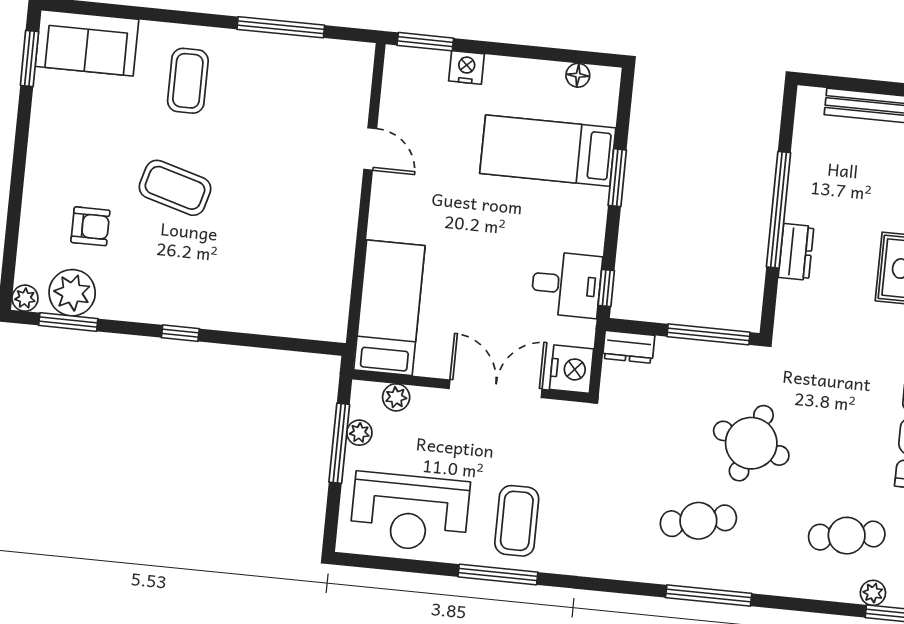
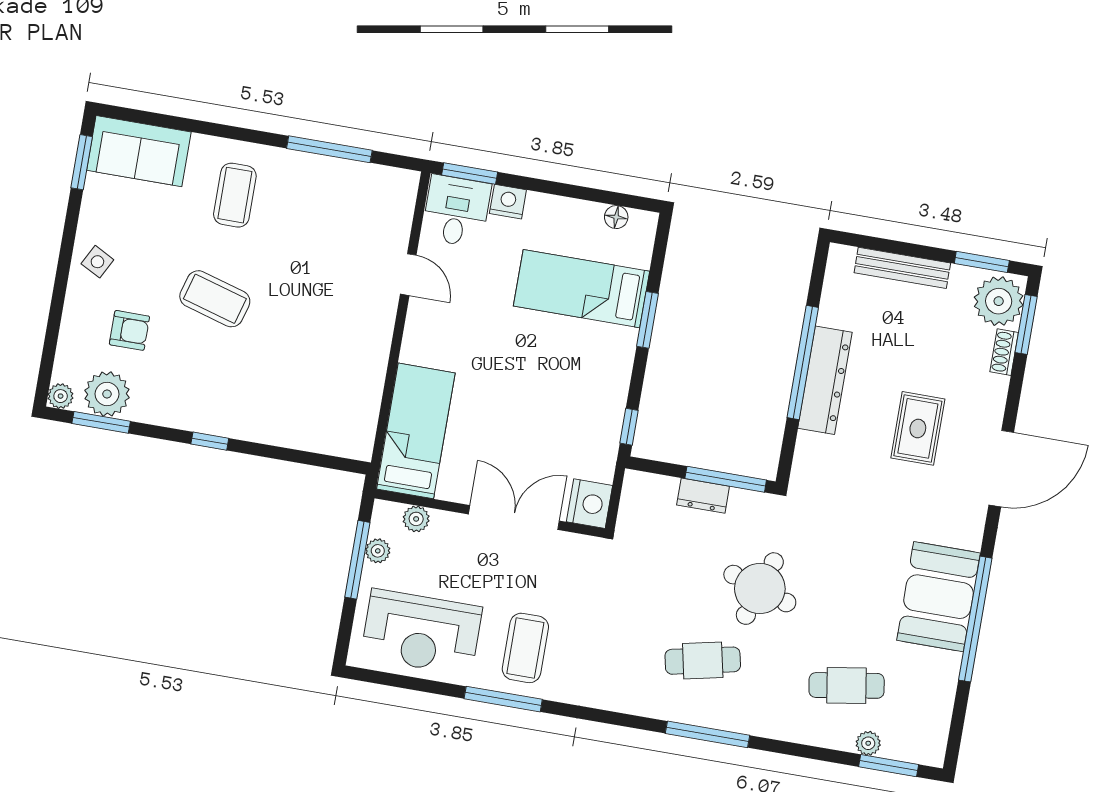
side table: (53, 159) -> (97, 262), added
dresser: (796, 252) -> (825, 380), width x1.96, depth x1.24
desk: (566, 284) -> (456, 211), moved, turned -90
dresser: (629, 347) -> (703, 496), moved

